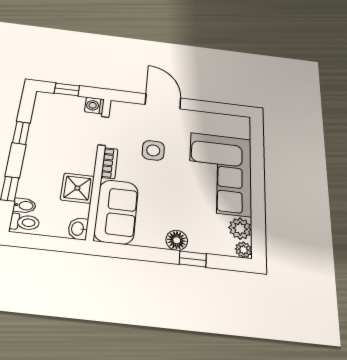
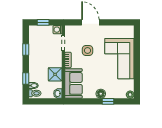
plant: (240, 229) -> (129, 85), removed

